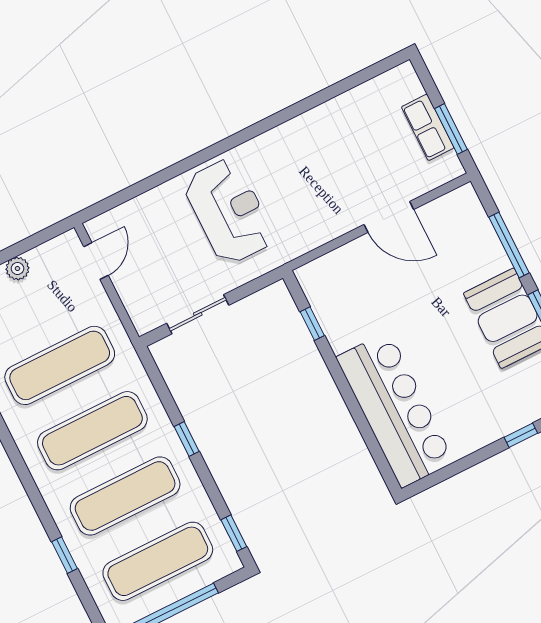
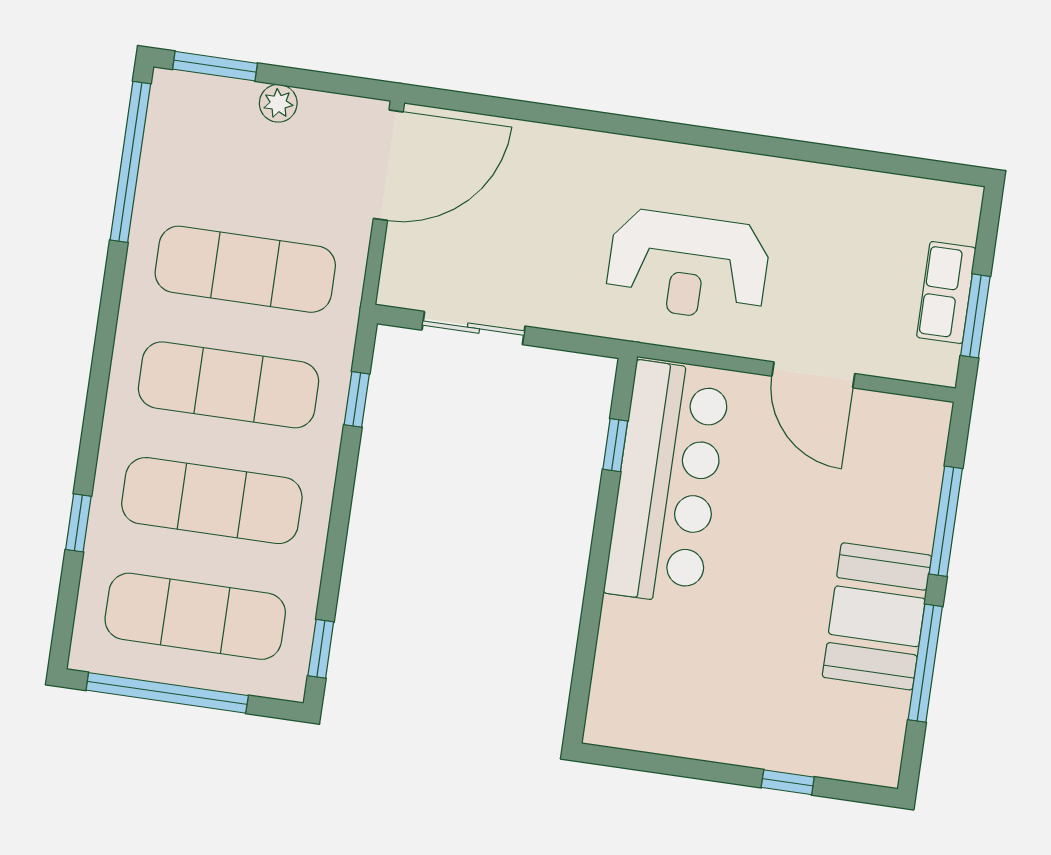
reception desk: (229, 211) -> (688, 266), moved, turned 90
door: (96, 261) -> (388, 165), width x1.87
bar counter: (395, 410) -> (667, 483), moved
window: (187, 439) -> (357, 399), moved

